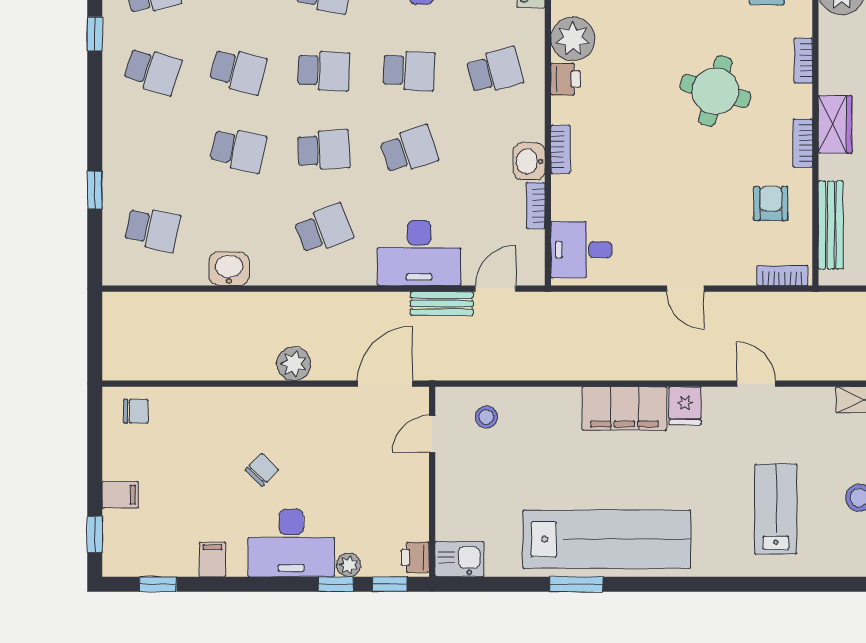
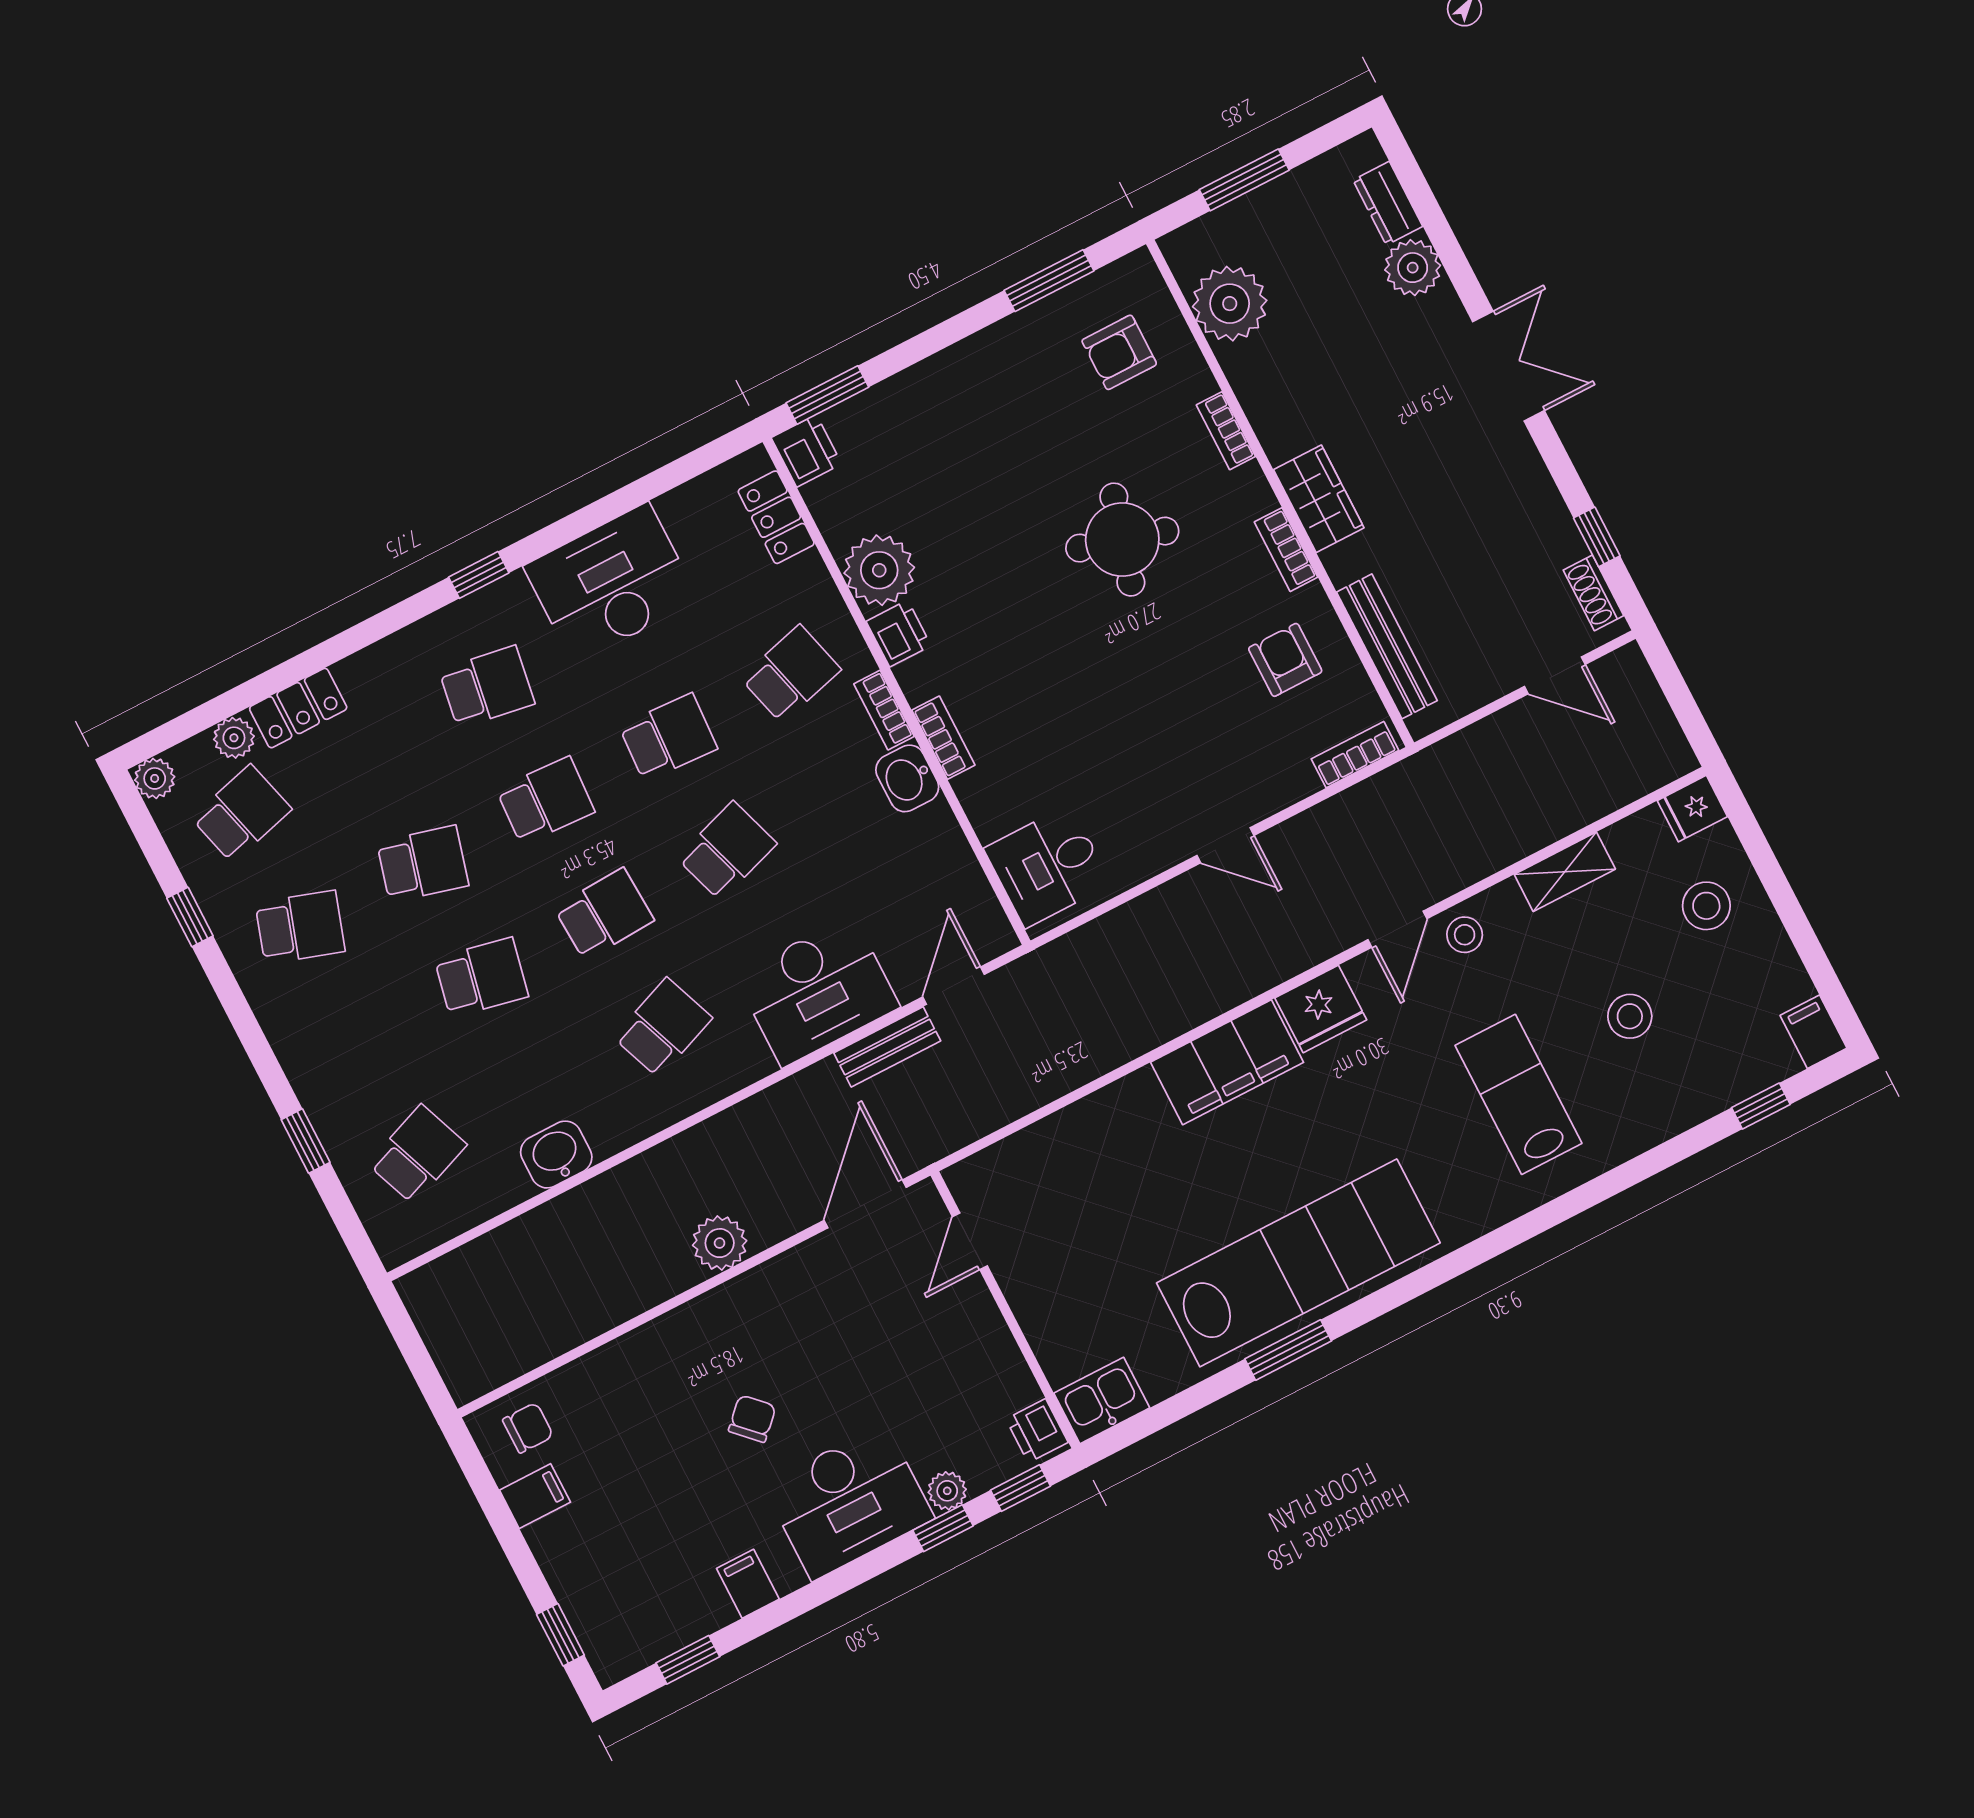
bookcase: (536, 206) -> (884, 710), moved
school desk: (153, 229) -> (417, 1154), turned -33
door: (756, 384) -> (1397, 929), swing flipped
fridge: (685, 406) -> (1321, 1009), width x1.38
stool: (486, 417) -> (1465, 935), moved
filing cabinet: (120, 495) -> (535, 1496), moved

